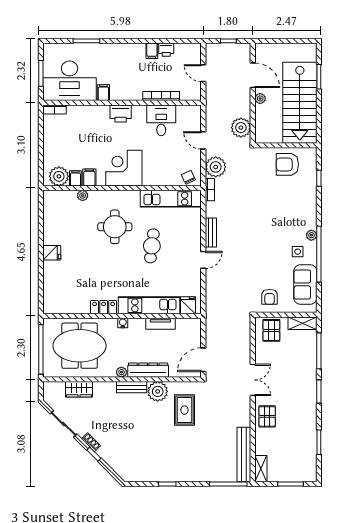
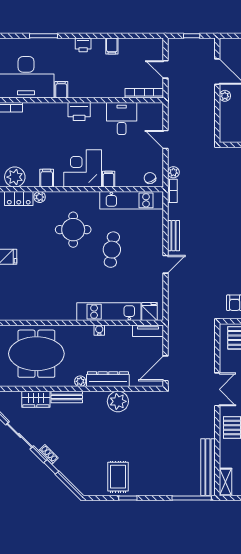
printer: (166, 50) -> (83, 45), moved
bookcase: (161, 96) -> (144, 93), moved
plant: (241, 128) -> (205, 126), removed
plant: (216, 167) -> (173, 172), width x0.53, depth x0.53
filing cabinet: (75, 178) -> (109, 179), moved
locker: (104, 307) -> (19, 199), moved, turned 180
water cooler: (123, 323) -> (99, 330), moved
tv unit: (160, 324) -> (148, 331), moved
bench: (132, 387) -> (67, 397), moved
rug: (184, 410) -> (118, 477), moved

